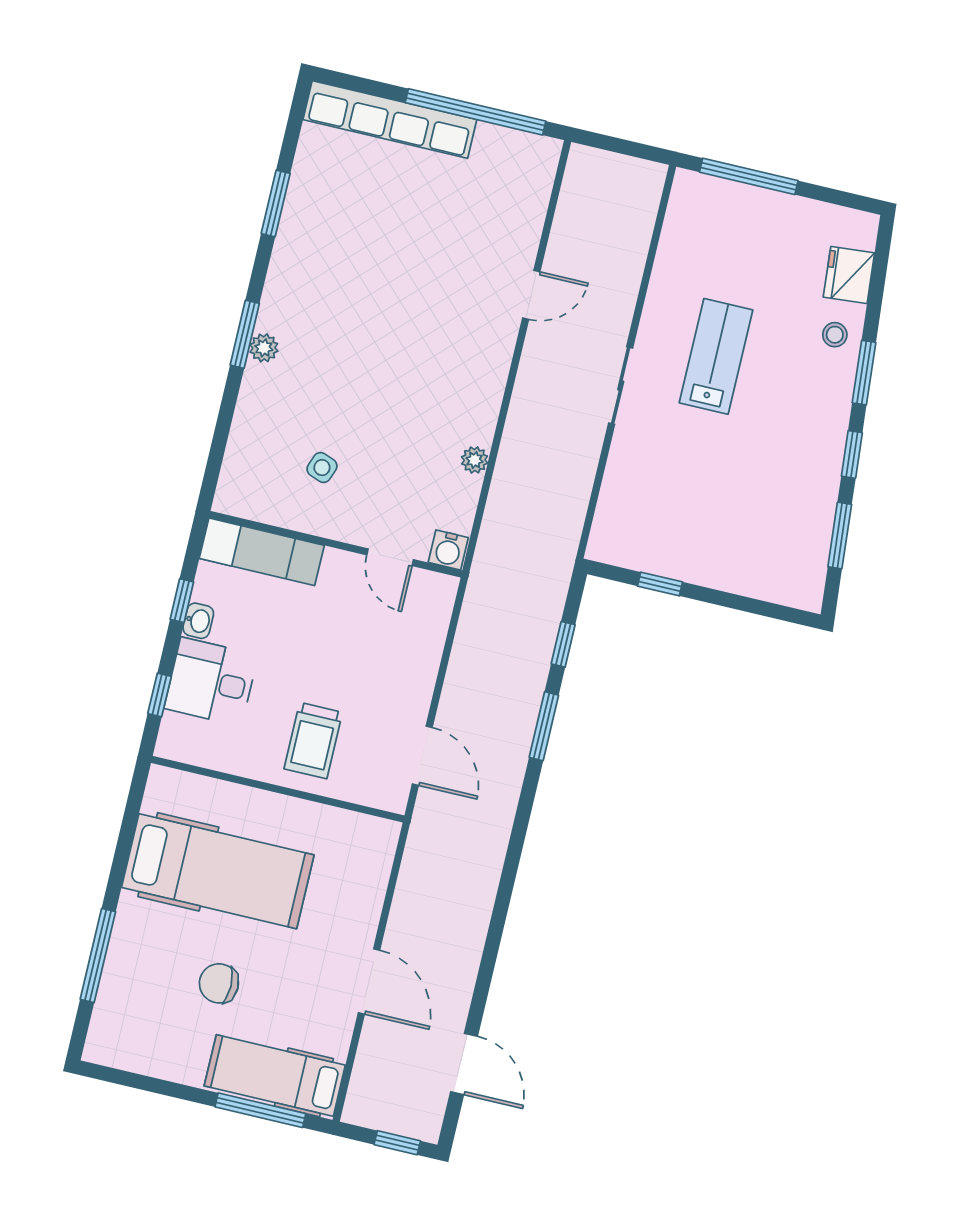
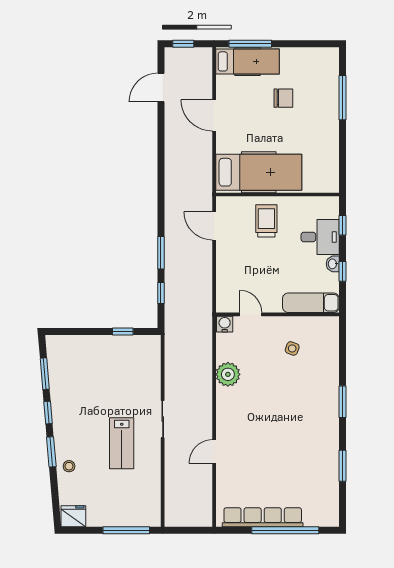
window: (476, 112) -> (285, 530), moved
row of seats: (390, 120) -> (263, 517), moved
fridge: (849, 275) -> (73, 516), moved, turned -85
plant: (264, 348) -> (332, 398), removed
plant: (475, 460) -> (228, 374), width x1.88, depth x1.88
hospital bed: (218, 871) -> (259, 172), moved, turned 180
door: (464, 1064) -> (161, 88), hinge flipped

